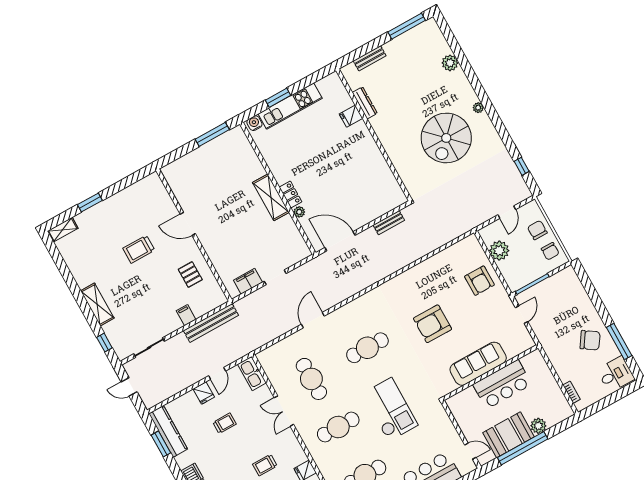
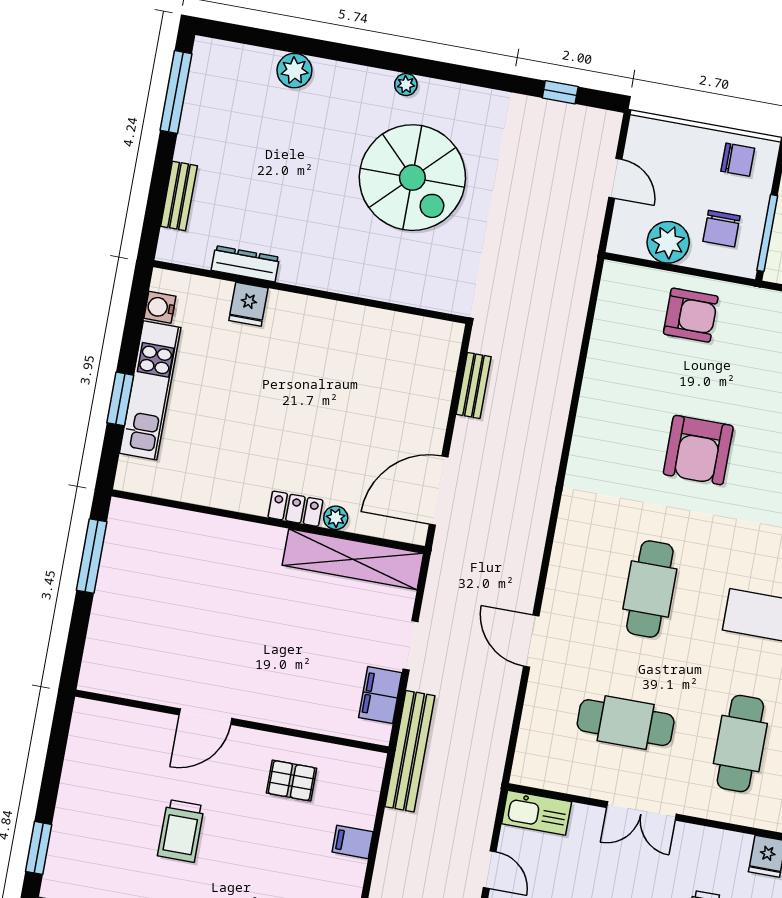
water cooler: (254, 123) -> (160, 307), moved
shelving: (271, 197) -> (353, 559), moved, width x1.47
chair: (537, 230) -> (722, 229), moved, turned -90
bench: (211, 323) -> (410, 751), moved

